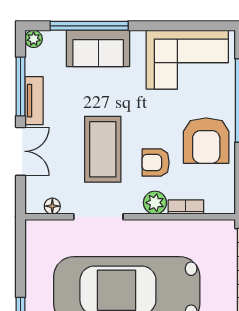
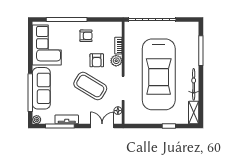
sofa: (98, 48) -> (41, 88), width x1.36
armchair: (206, 141) -> (86, 36), width x0.53, depth x0.53
coffee table: (103, 149) -> (90, 86), turned 31
double door: (21, 151) -> (102, 126), moved

